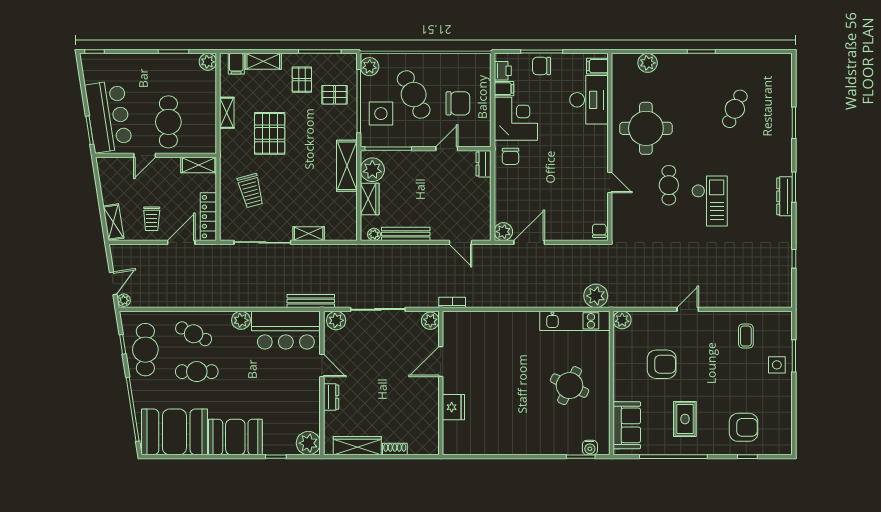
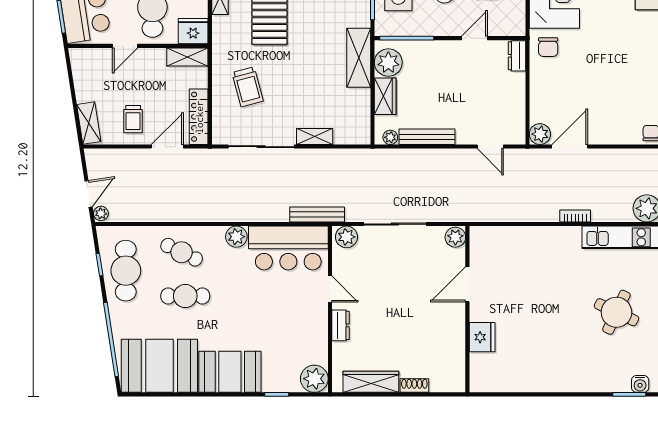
fridge: (204, 143) -> (193, 31), added
bookcase: (452, 302) -> (575, 216), moved

